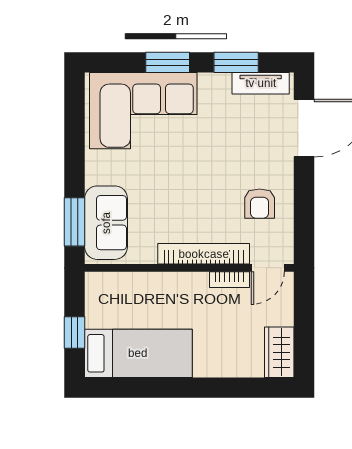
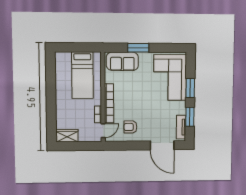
window: (75, 222) -> (138, 48), moved
door: (268, 268) -> (103, 131), swing flipped
window: (75, 333) -> (74, 47), removed
bed: (138, 353) -> (82, 75), moved

